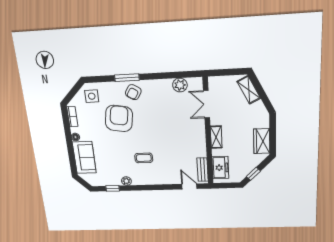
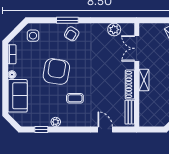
armchair: (119, 119) -> (56, 71), moved
shoe rack: (201, 142) -> (130, 84), added
freezer: (220, 168) -> (146, 111), removed
door: (189, 186) -> (105, 129), moved

